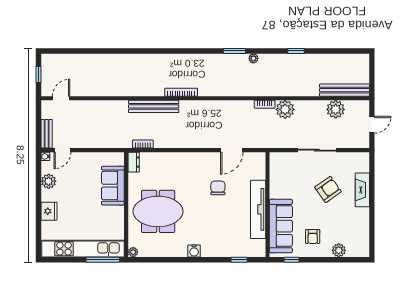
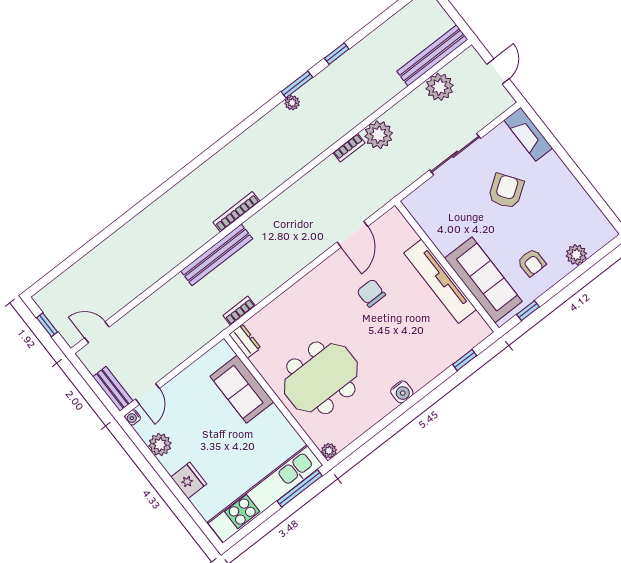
window: (234, 51) -> (297, 85), moved
door: (61, 98) -> (97, 332), hinge flipped
fireplace: (362, 190) -> (528, 134), moved

